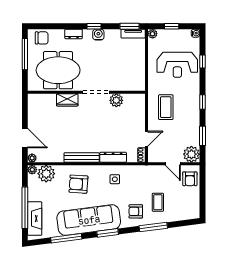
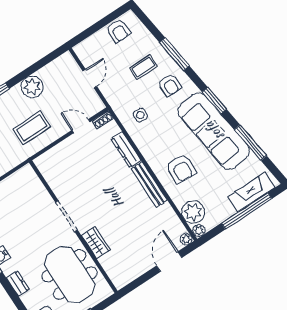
plant: (116, 100) -> (61, 188), removed
window: (202, 136) -> (37, 66), removed
plant: (191, 154) -> (32, 87), moved
side table: (115, 179) -> (140, 115), moved
armchair: (190, 179) -> (119, 31), moved, turned 90

